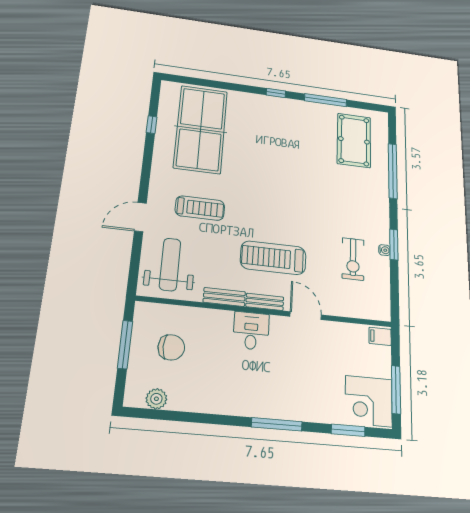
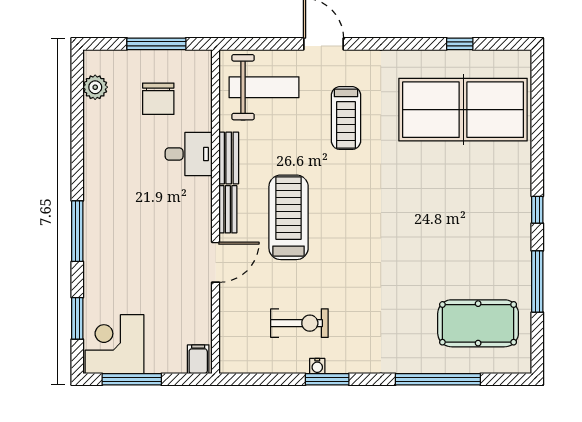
exercise bike: (353, 259) -> (299, 323), turned 180
desk: (251, 331) -> (189, 154), moved

